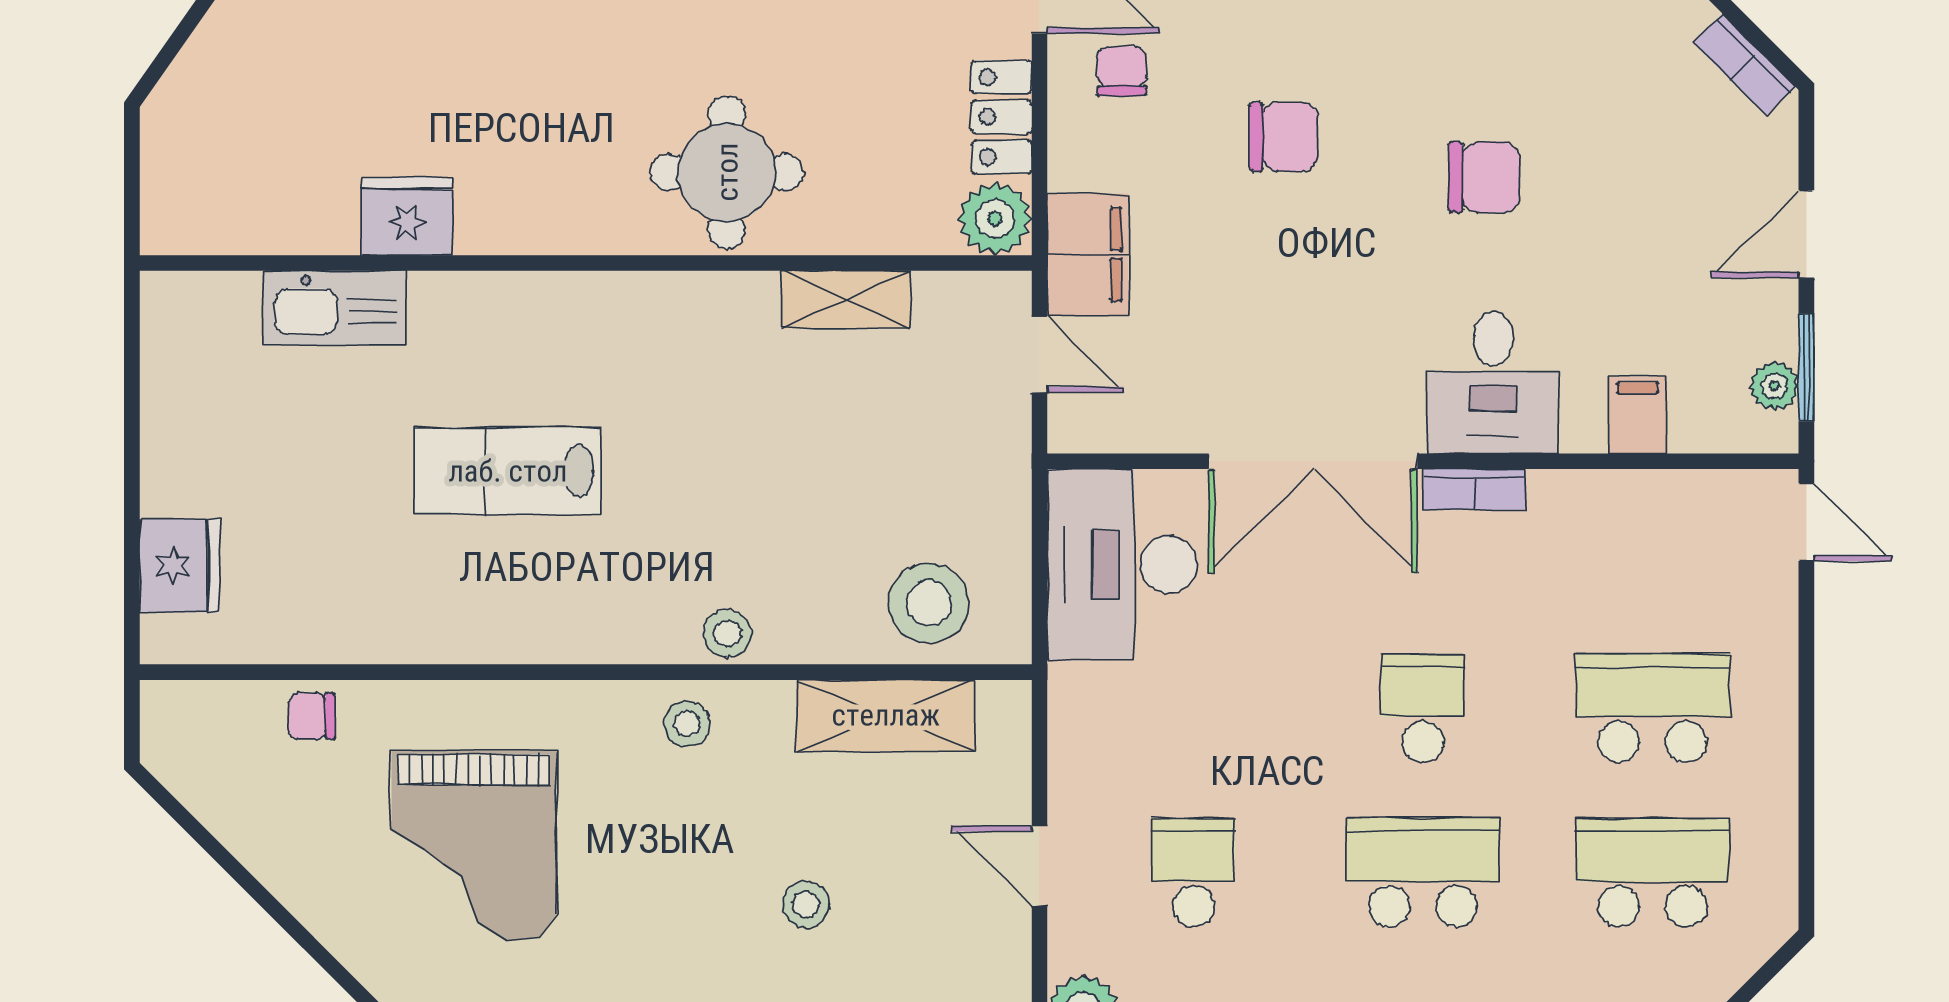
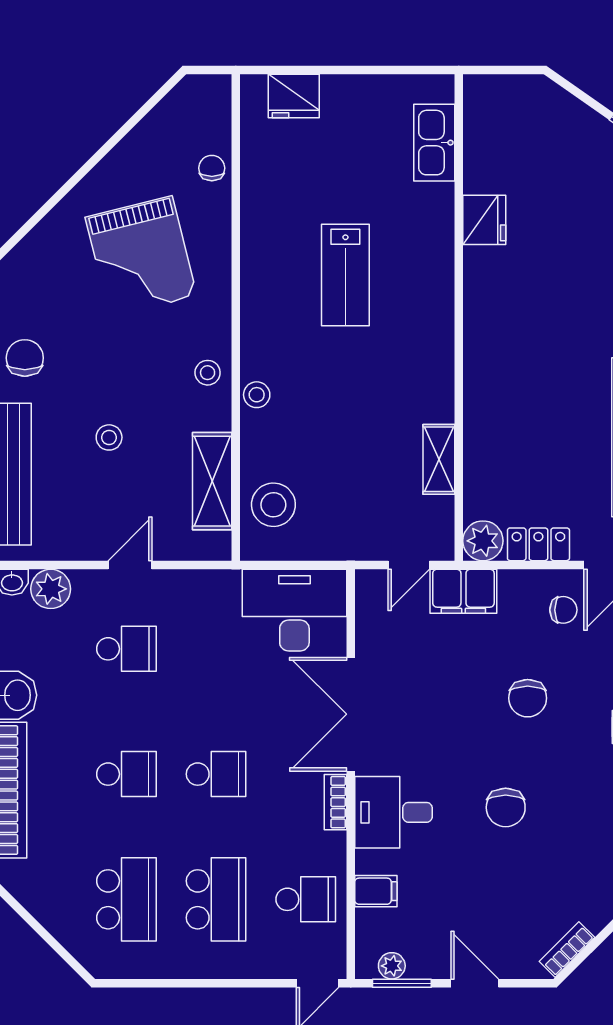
round table: (727, 172) -> (508, 394), removed
kitchen sink: (334, 308) -> (434, 143), moved
lab bench: (508, 471) -> (345, 275), turned 180
school desk: (1653, 544) -> (306, 899), added
grand piano: (474, 846) -> (141, 257), turned -104
school desk: (1423, 873) -> (126, 774), width x0.54

